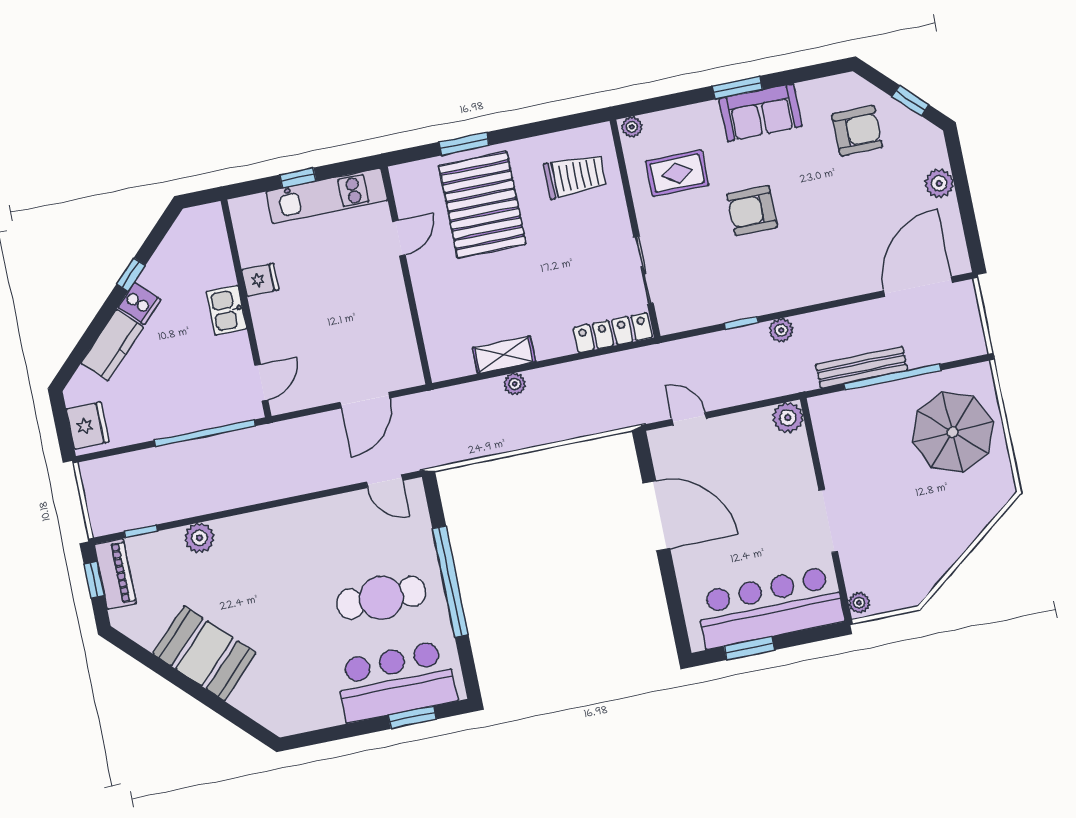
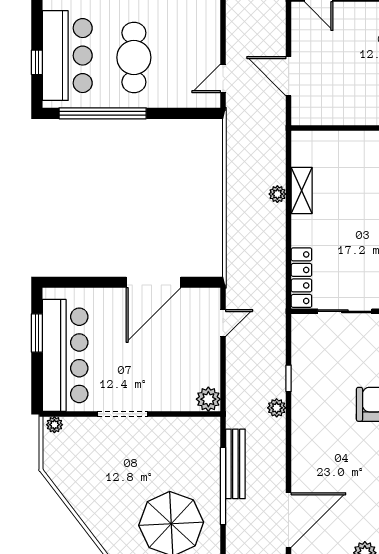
door: (918, 287) -> (289, 520), hinge flipped
window: (450, 582) -> (103, 113), moved
window: (412, 717) -> (37, 62), width x0.67

